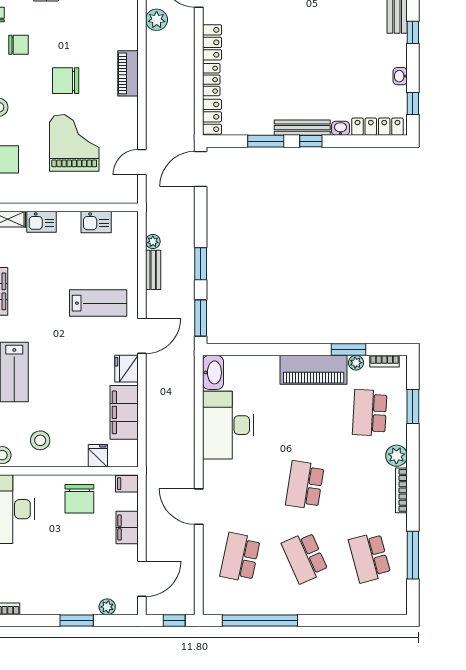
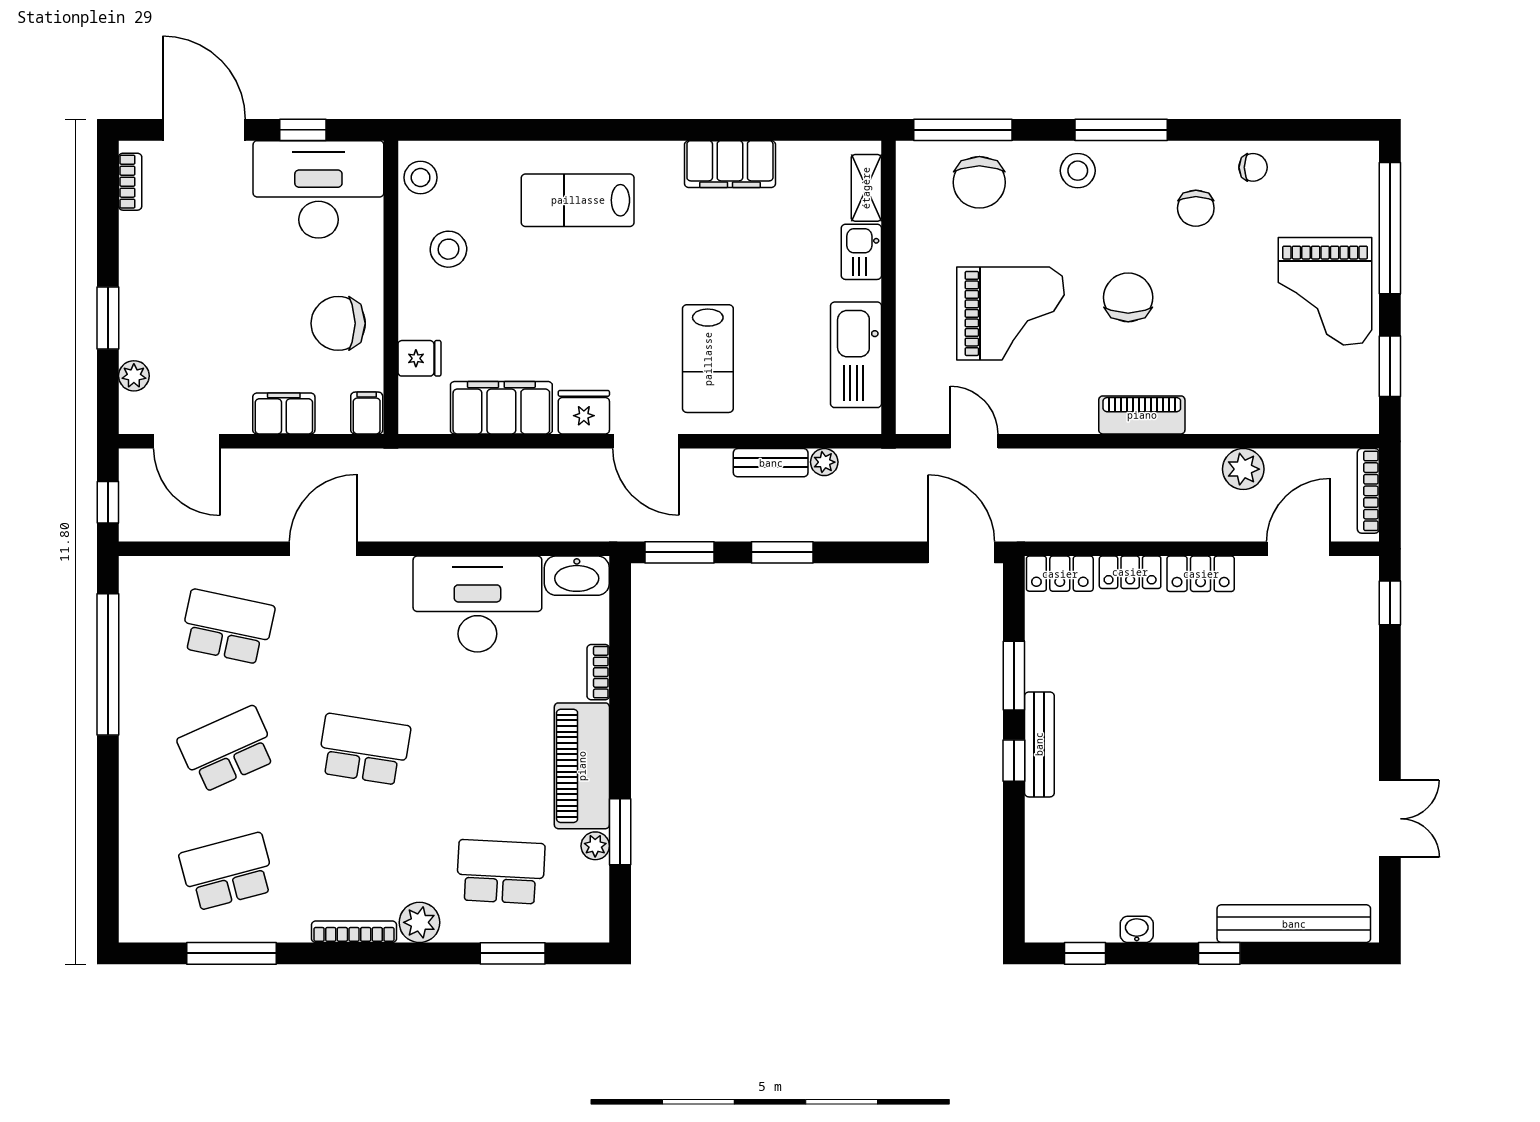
locker: (377, 127) -> (1041, 887), removed
washbasin: (340, 128) -> (1038, 817), removed
kitchen sink: (96, 222) -> (856, 355), width x1.88, depth x1.24
bookcase: (384, 361) -> (598, 672), moved

